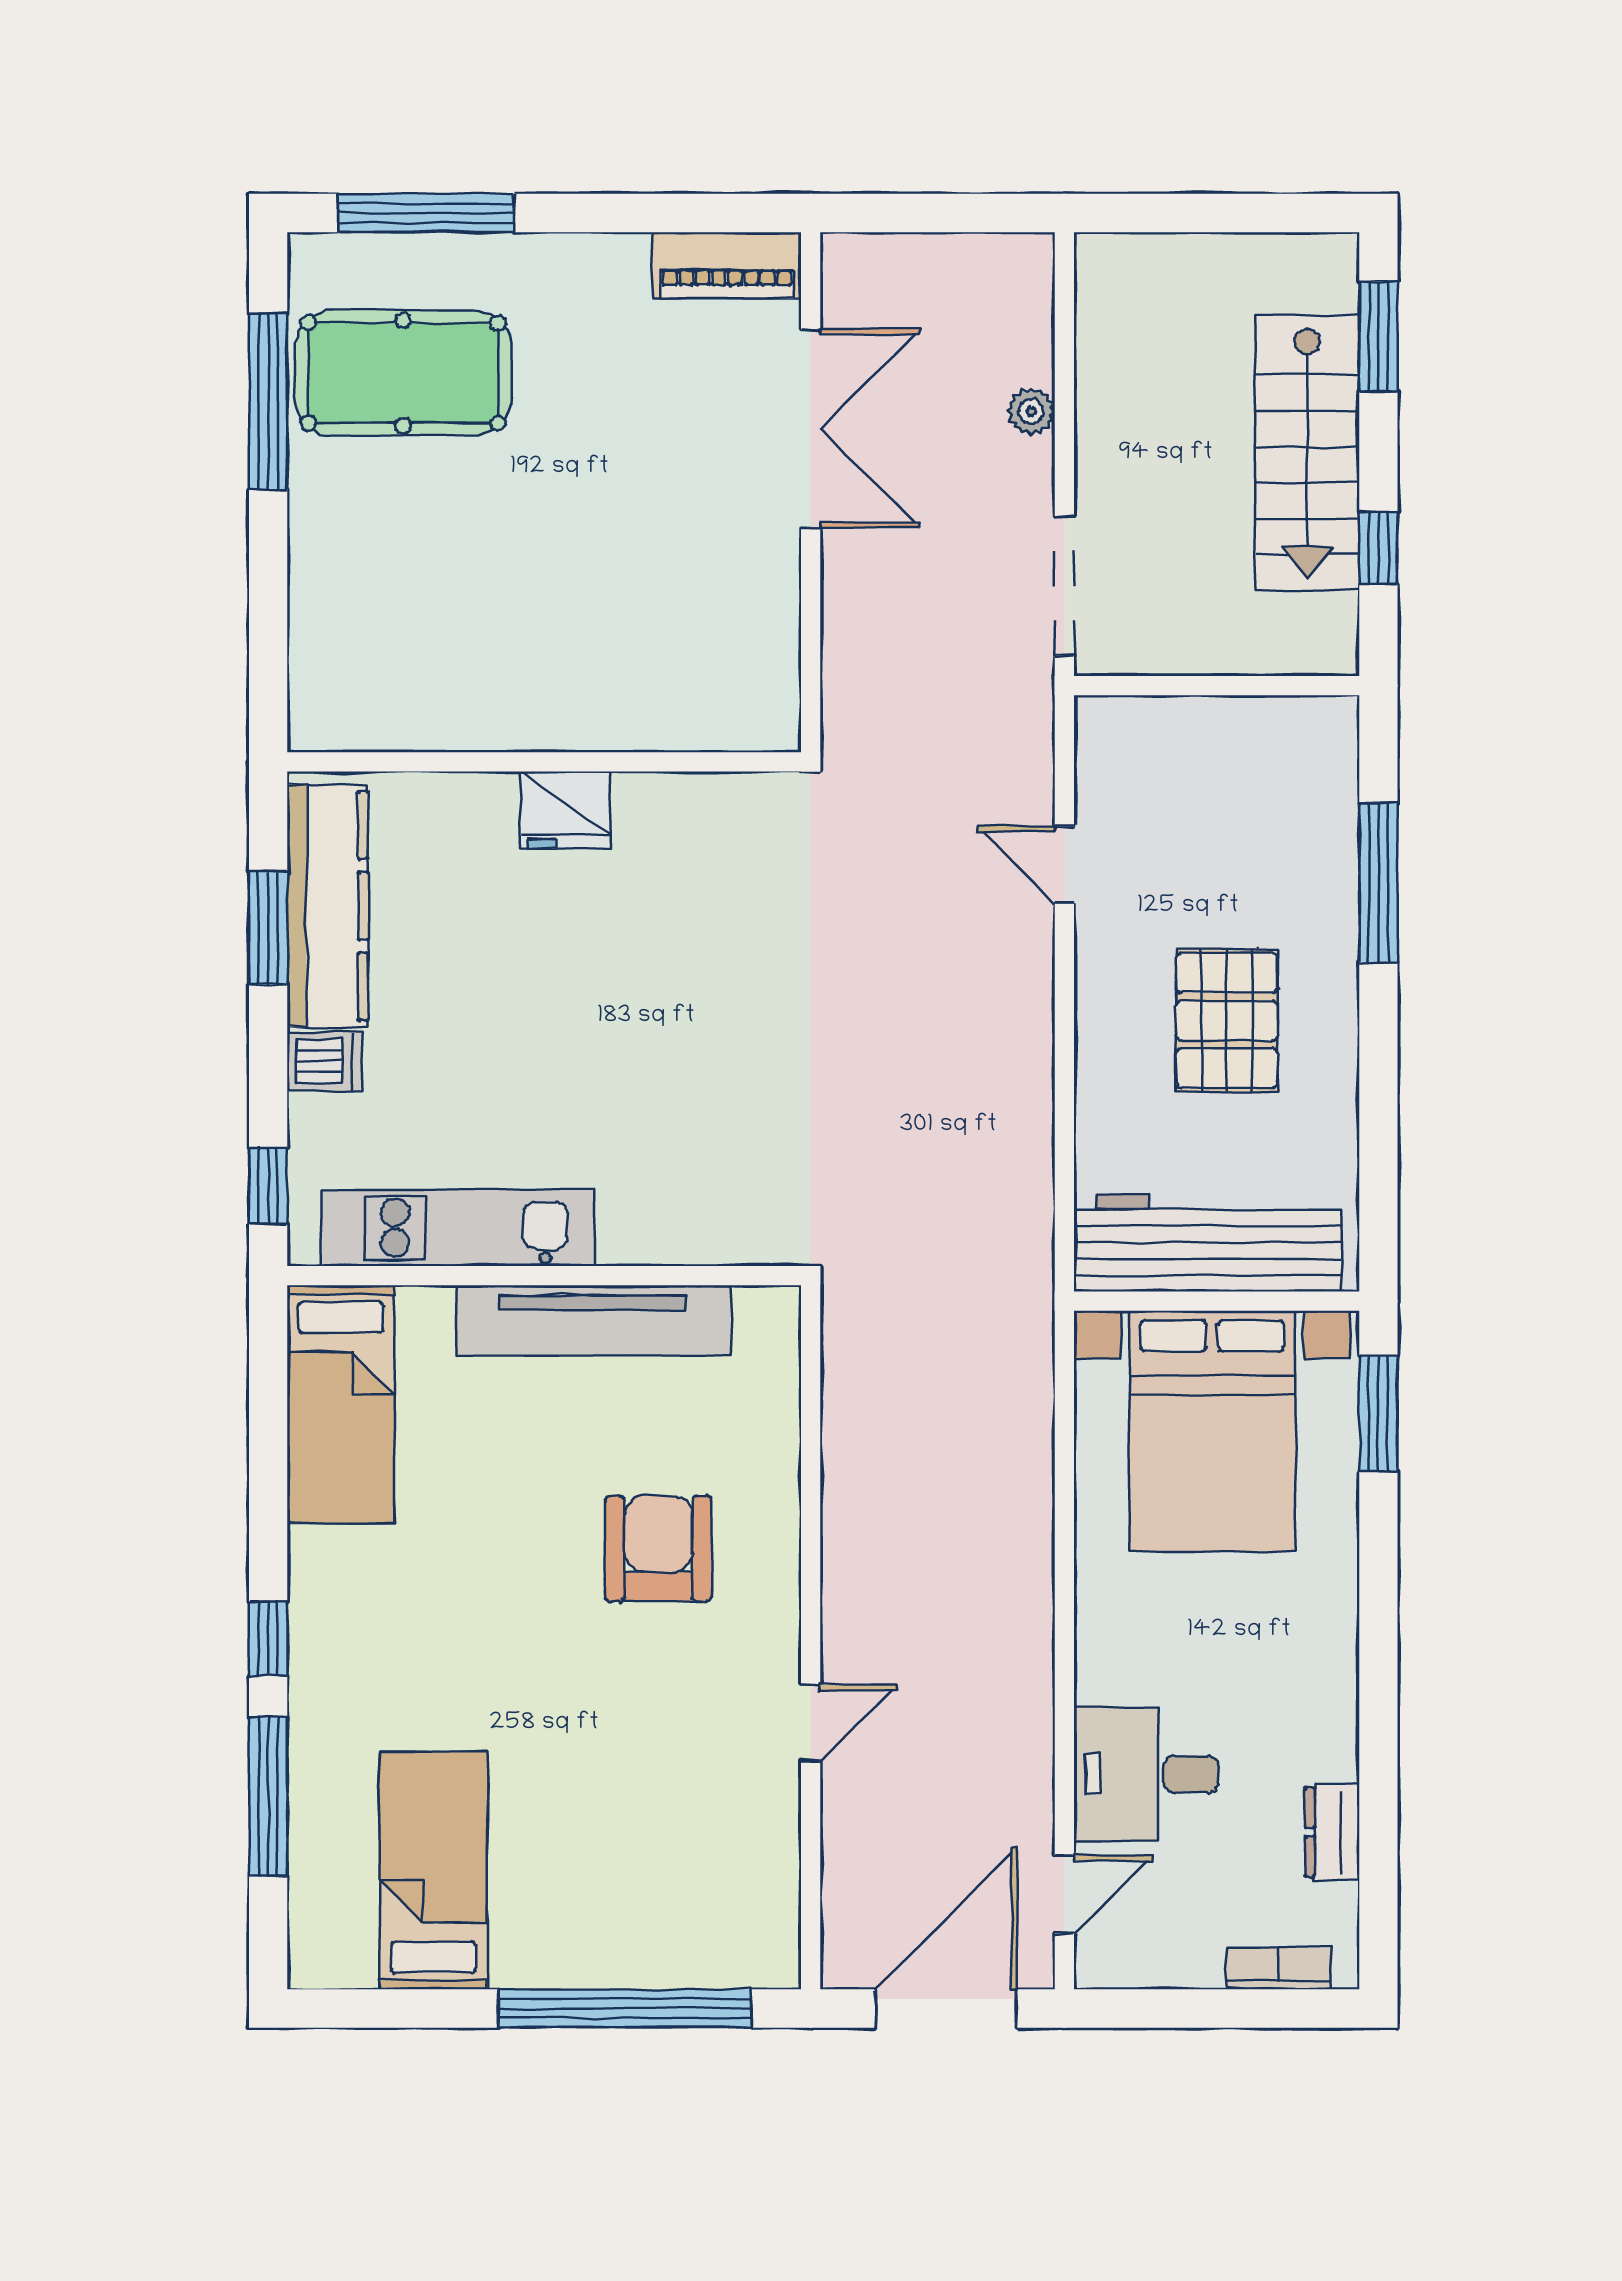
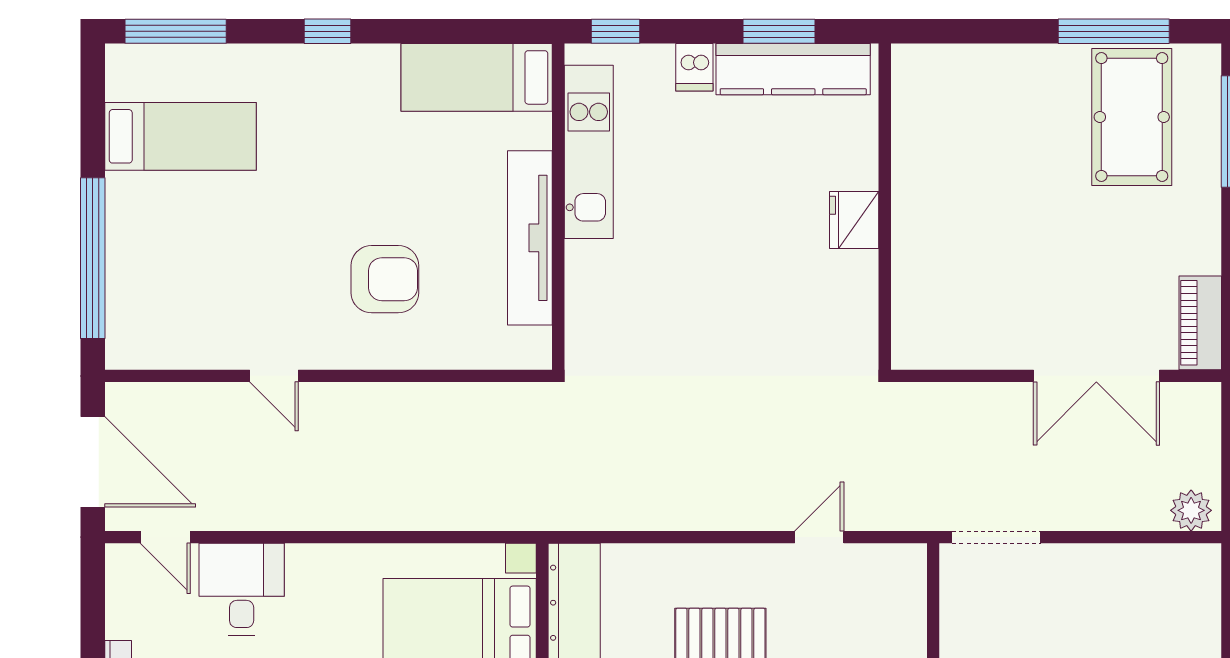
plant: (1031, 411) -> (1191, 510), moved, width x1.38, depth x1.38
window: (268, 1797) -> (176, 31), moved

